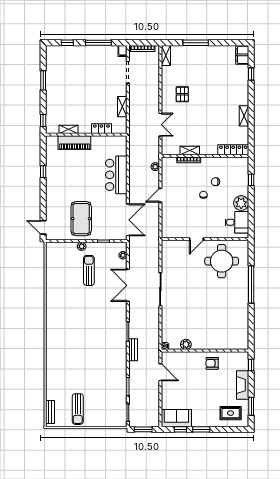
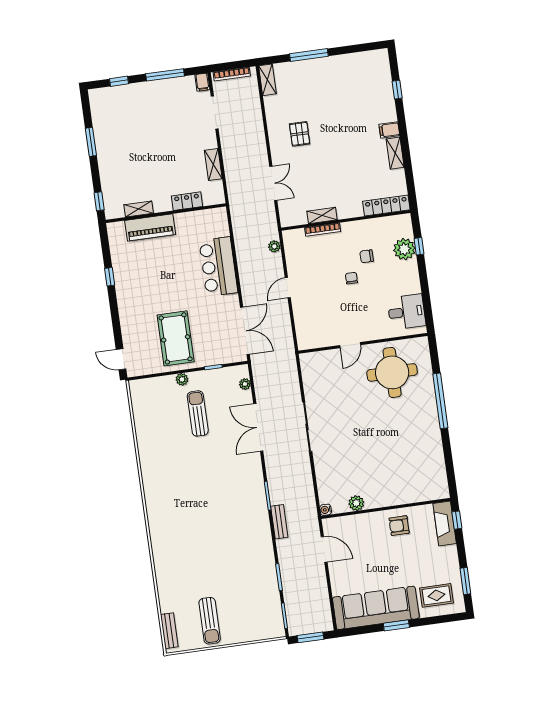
filing cabinet: (242, 55) -> (389, 130), moved, width x0.50
plant: (241, 203) -> (404, 249), moved
fireplace: (243, 385) -> (445, 524), moved
sofa: (176, 418) -> (376, 608), width x1.85, depth x1.27
window: (180, 429) -> (365, 630), removed

